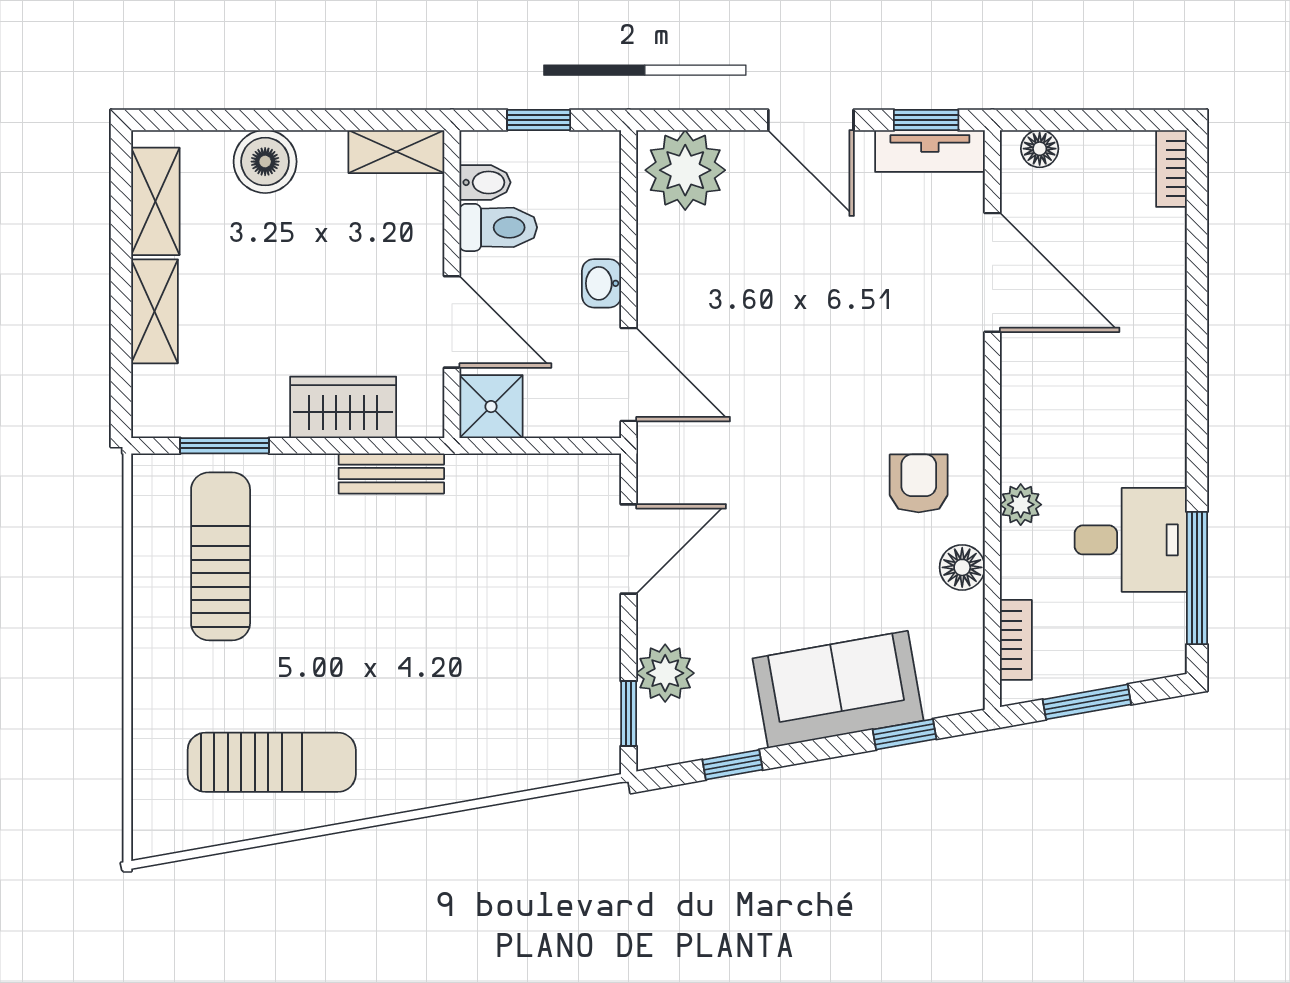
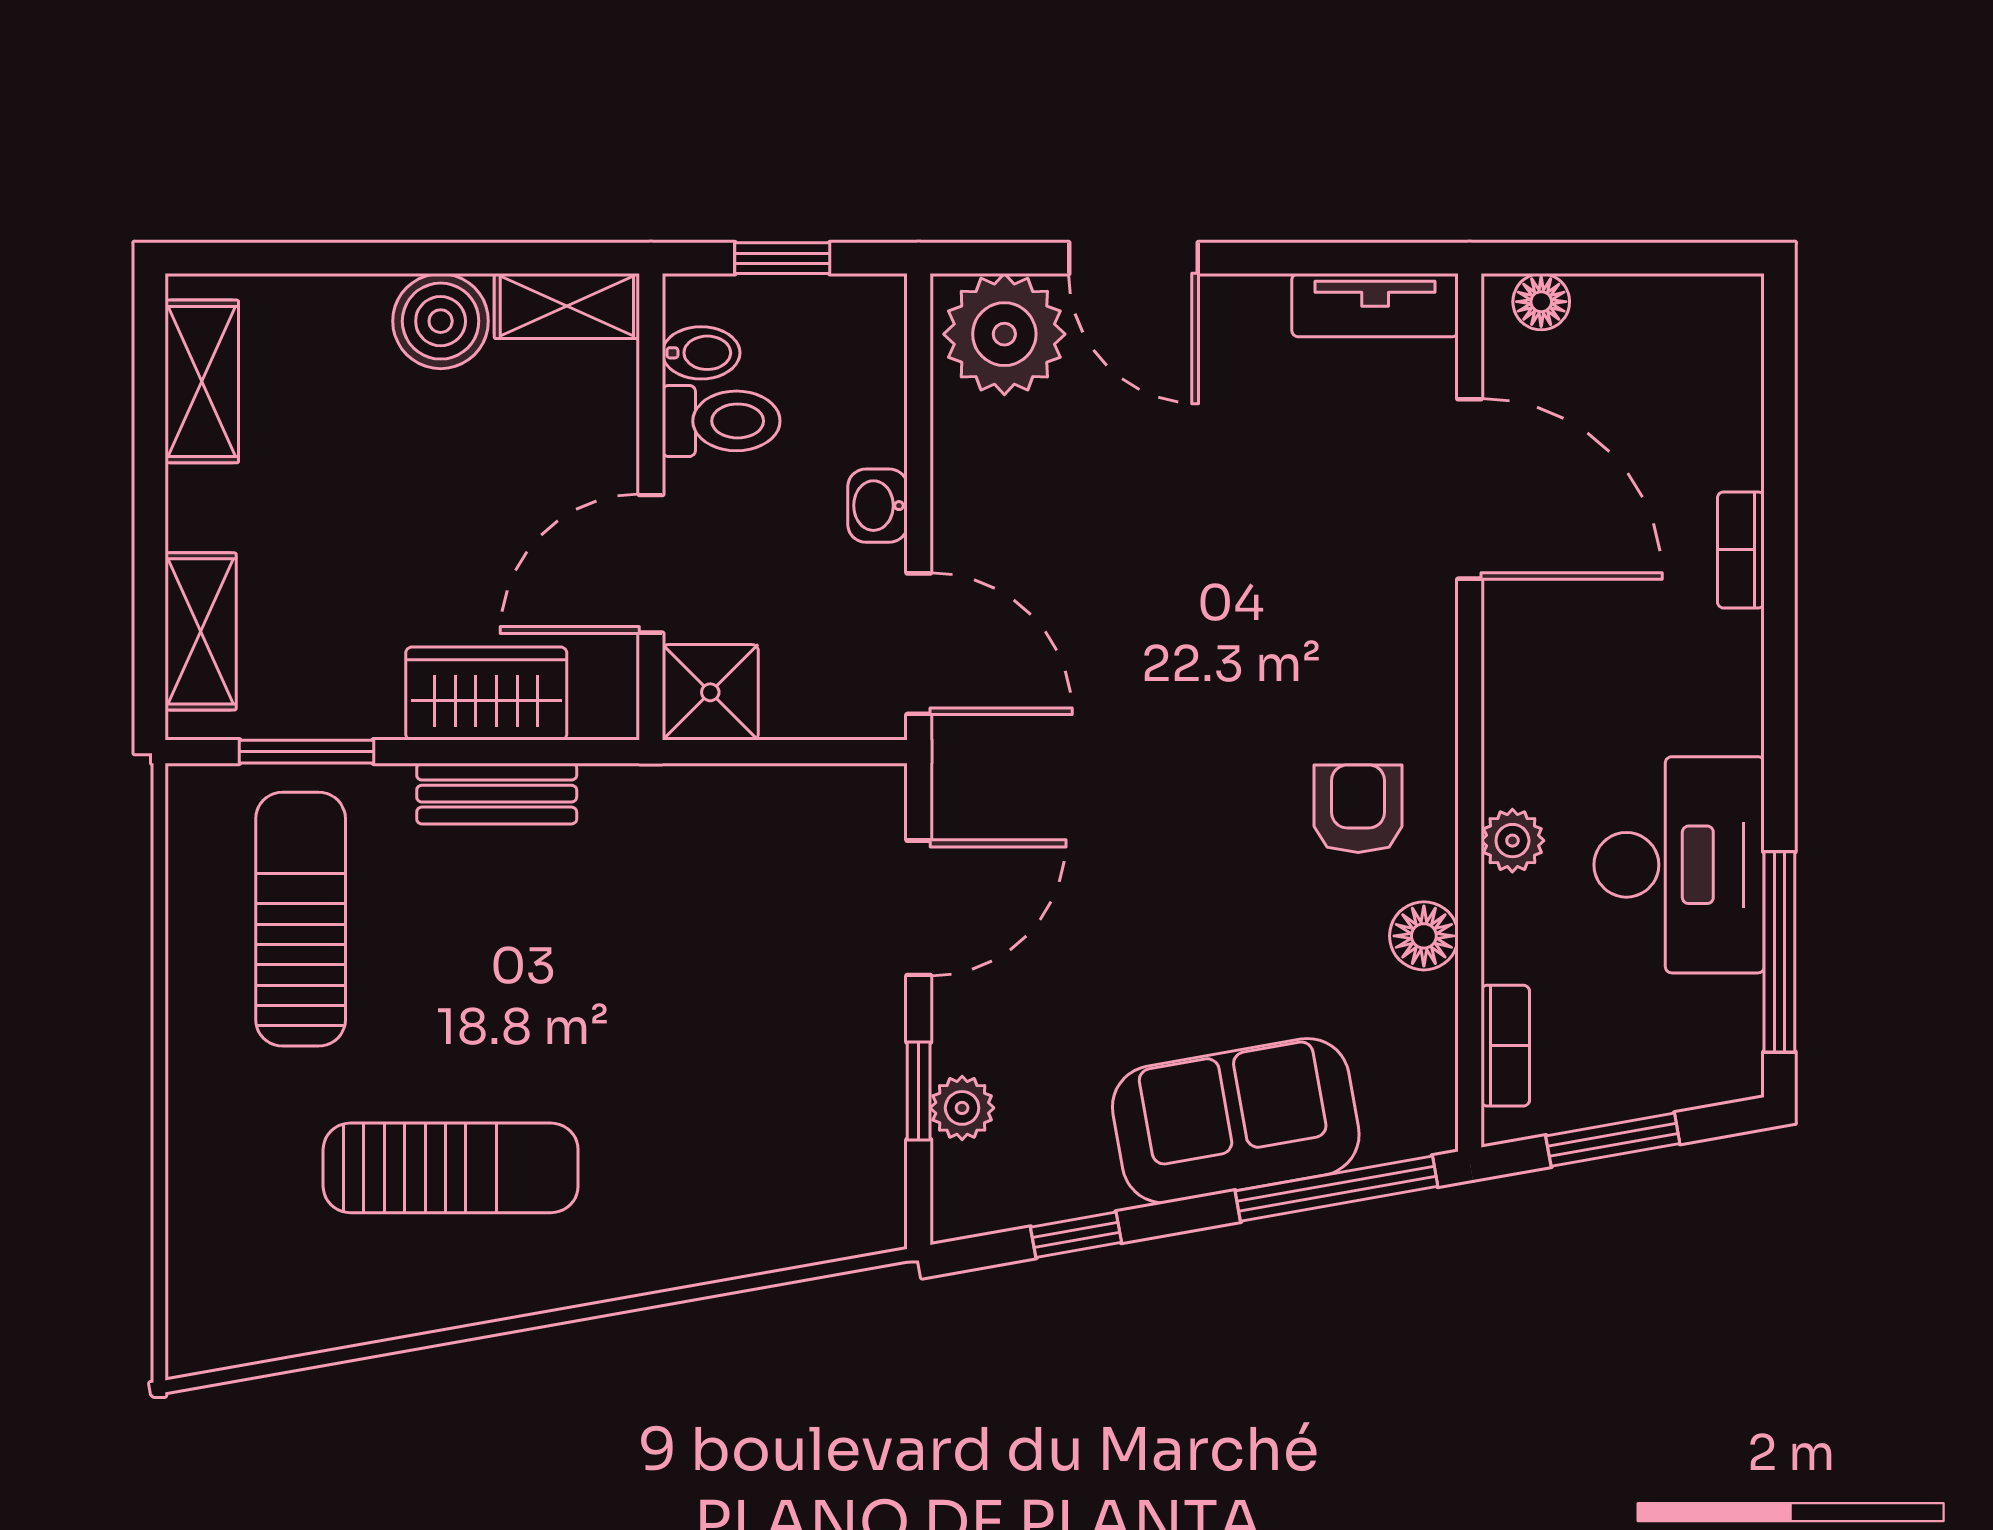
door: (811, 120) -> (1133, 258), moved
window: (926, 120) -> (1369, 258), removed
boiler: (265, 162) -> (441, 321), moved
bookcase: (1171, 168) -> (1741, 550), moved
shelving: (155, 311) -> (201, 631), moved
door: (452, 322) -> (651, 564), swing flipped
bench: (391, 473) -> (497, 794), moved
desk: (1131, 540) -> (1679, 865), width x1.37
plant: (665, 673) -> (962, 1108), width x0.73, depth x0.73
window: (629, 713) -> (919, 1091), moved
window: (904, 734) -> (1336, 1189), width x2.17
sun lounger: (272, 762) -> (451, 1168), moved

